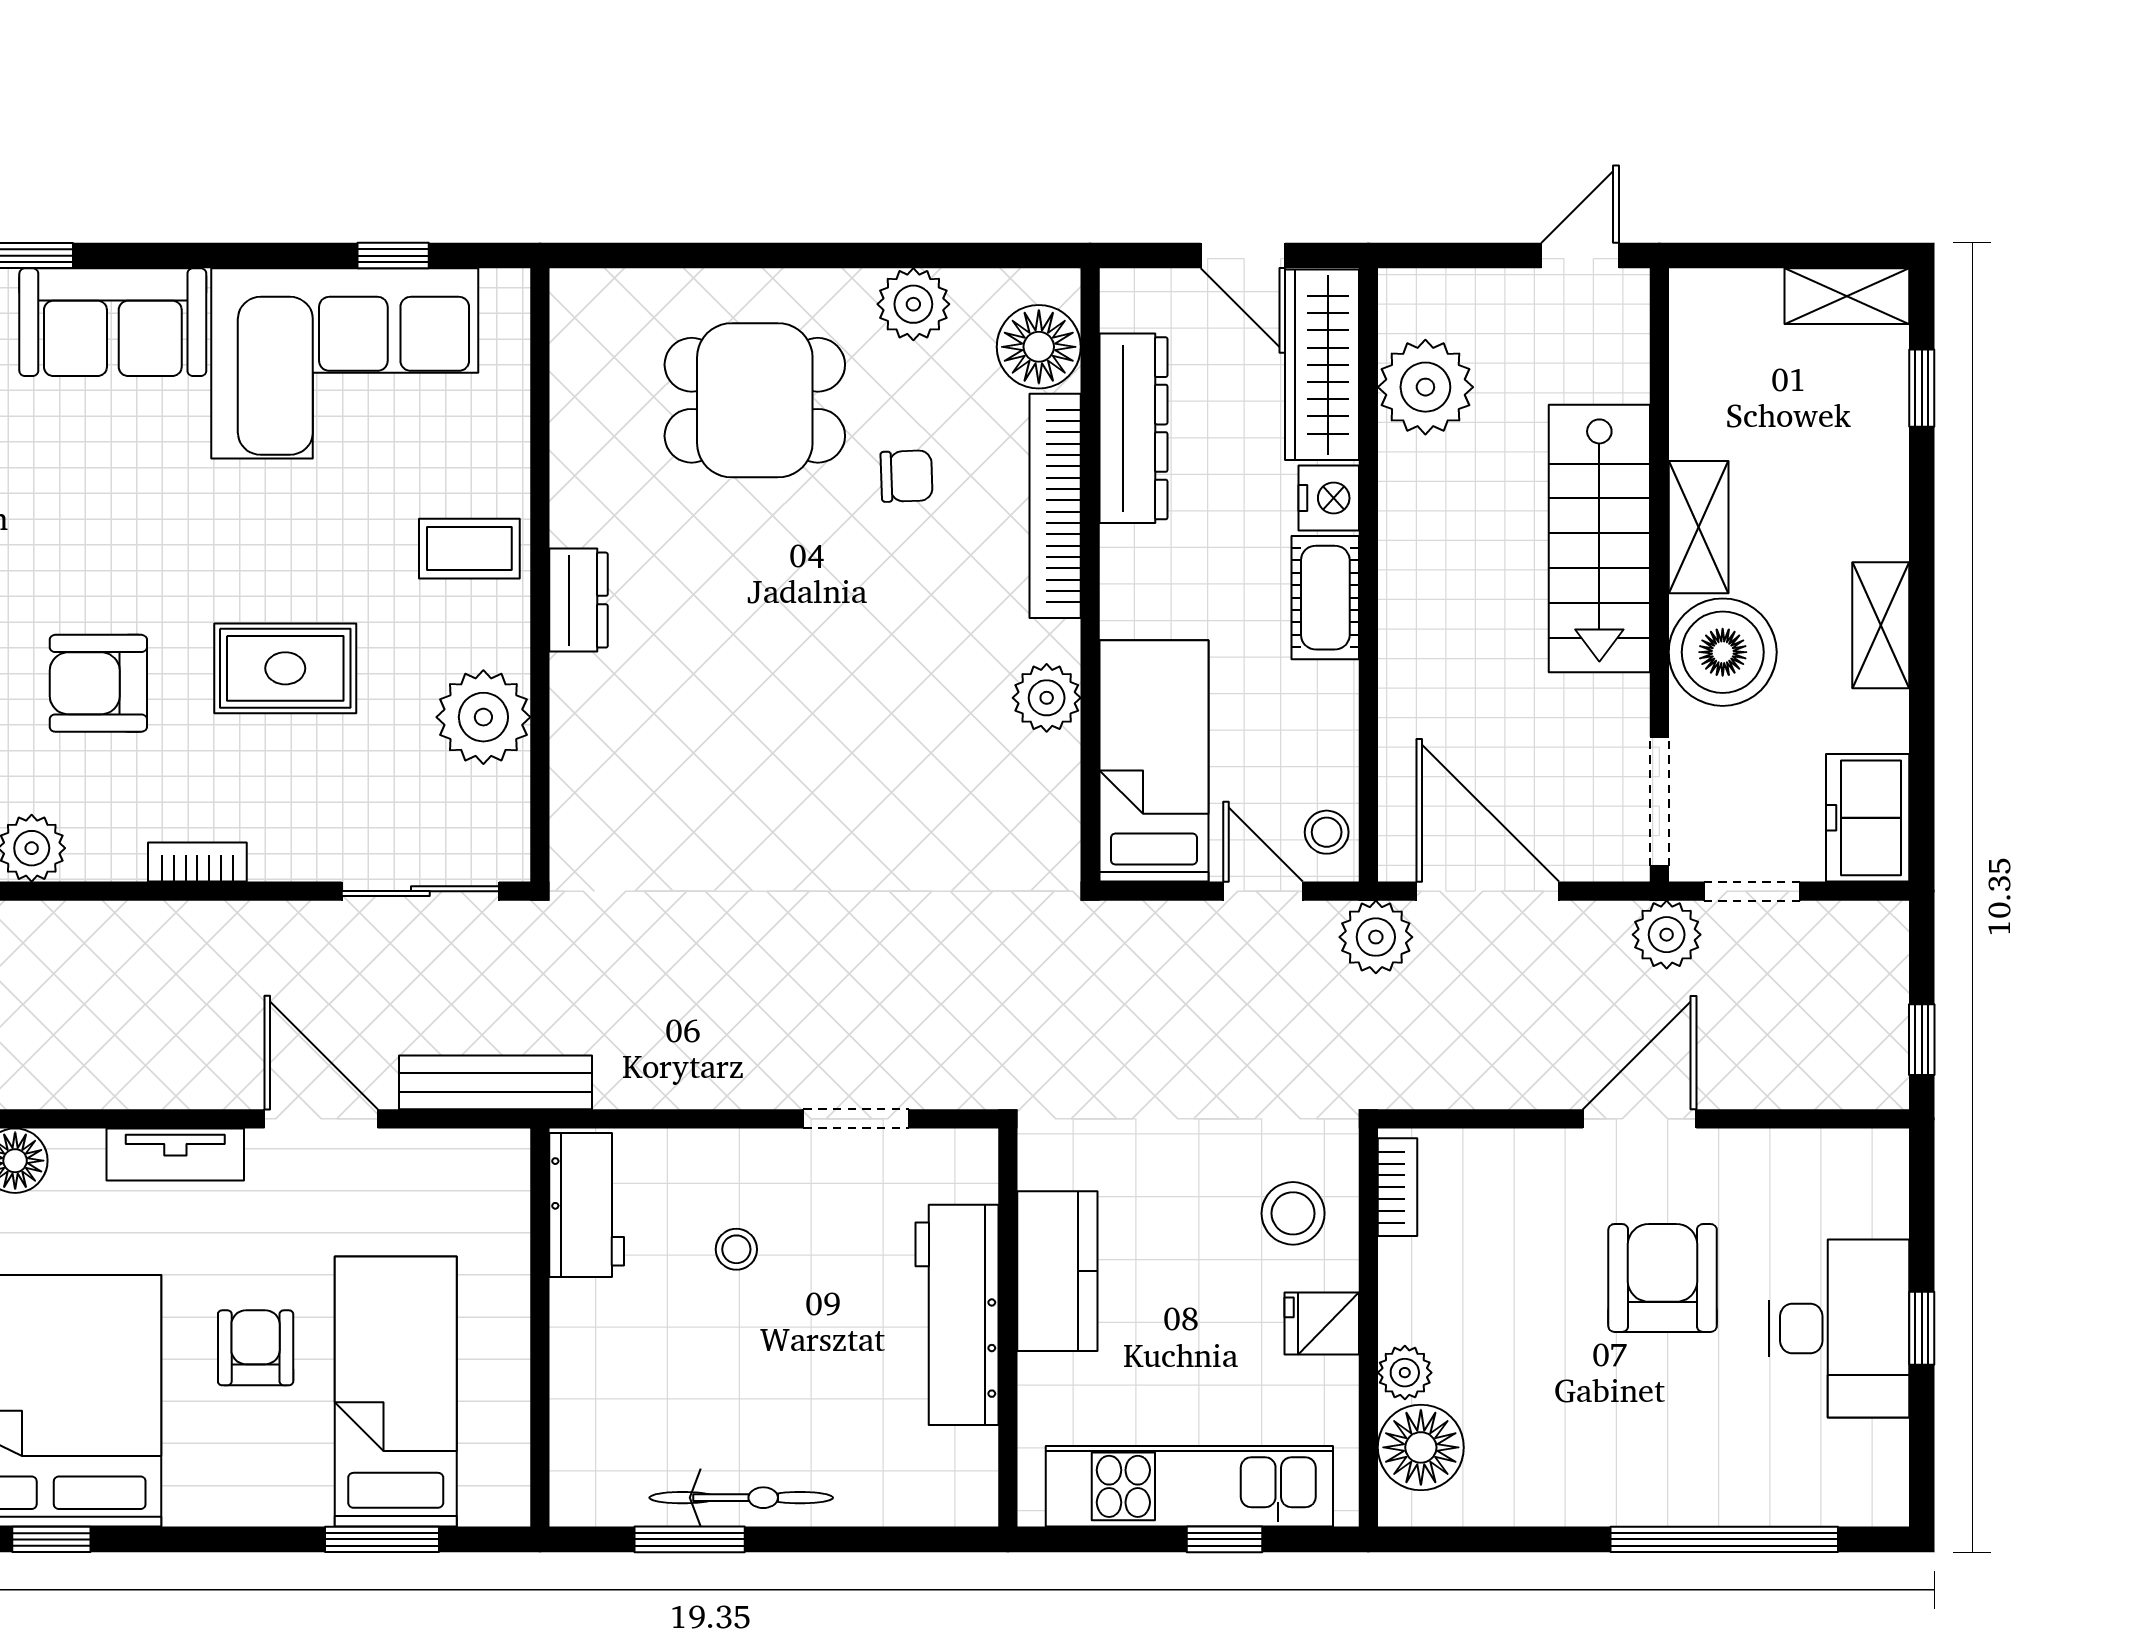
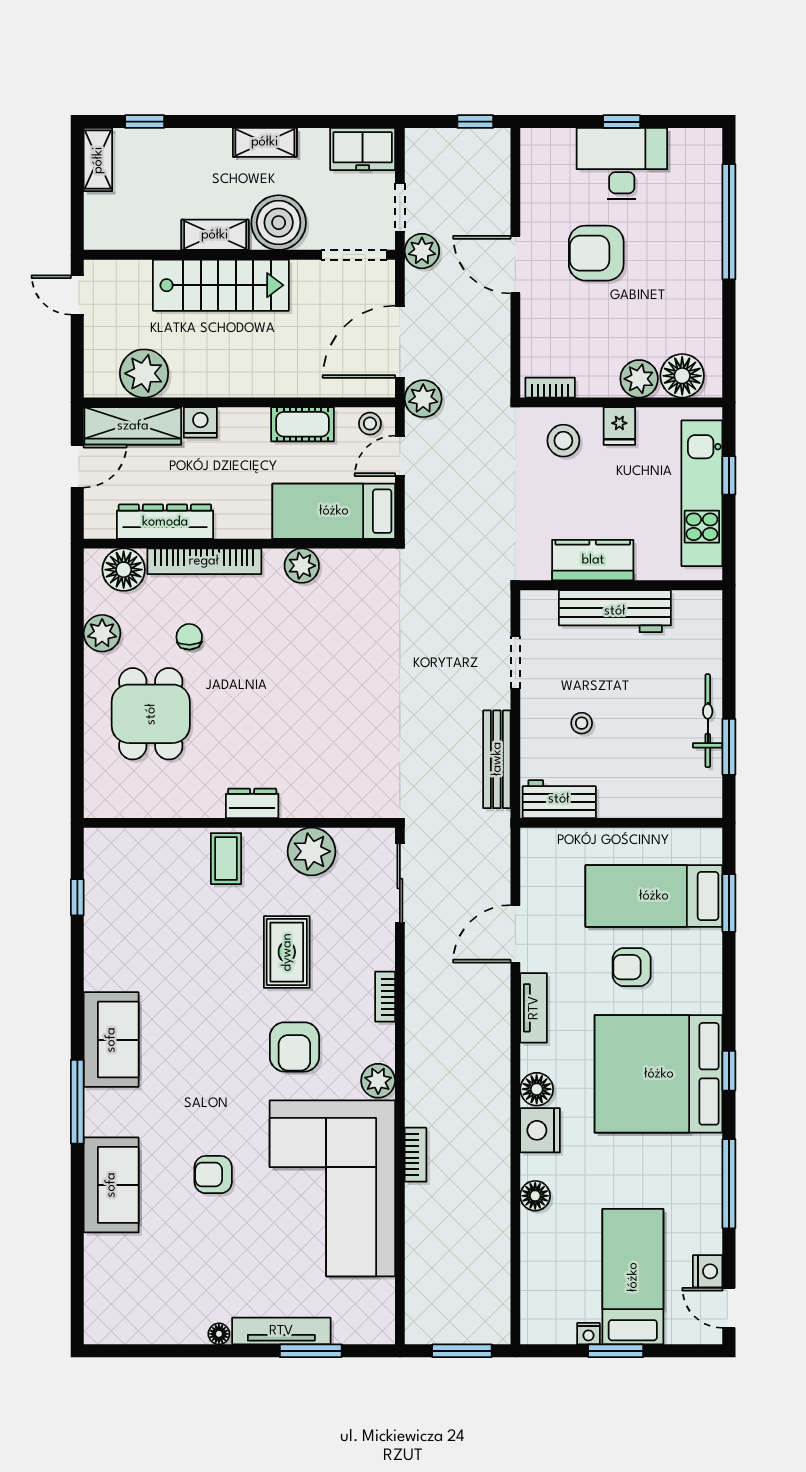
corner sofa: (345, 363) -> (132, 922), removed
cot: (1325, 598) -> (302, 424), moved
bench: (496, 1082) -> (497, 759), moved
plant: (1405, 1373) -> (639, 379), width x1.38, depth x1.38

